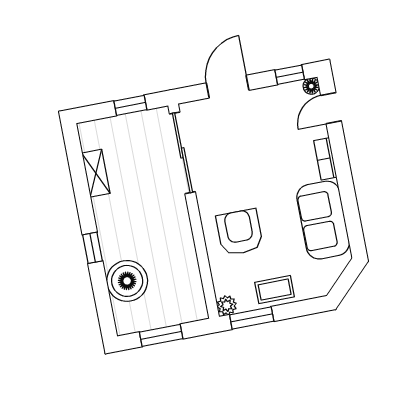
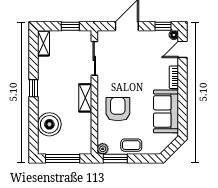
sliding door: (182, 153) -> (94, 58), width x0.73
shelving: (96, 173) -> (44, 43), moved
shelving: (180, 224) -> (85, 98), added
window: (93, 248) -> (34, 88), moved
window: (161, 335) -> (63, 159), width x1.44

